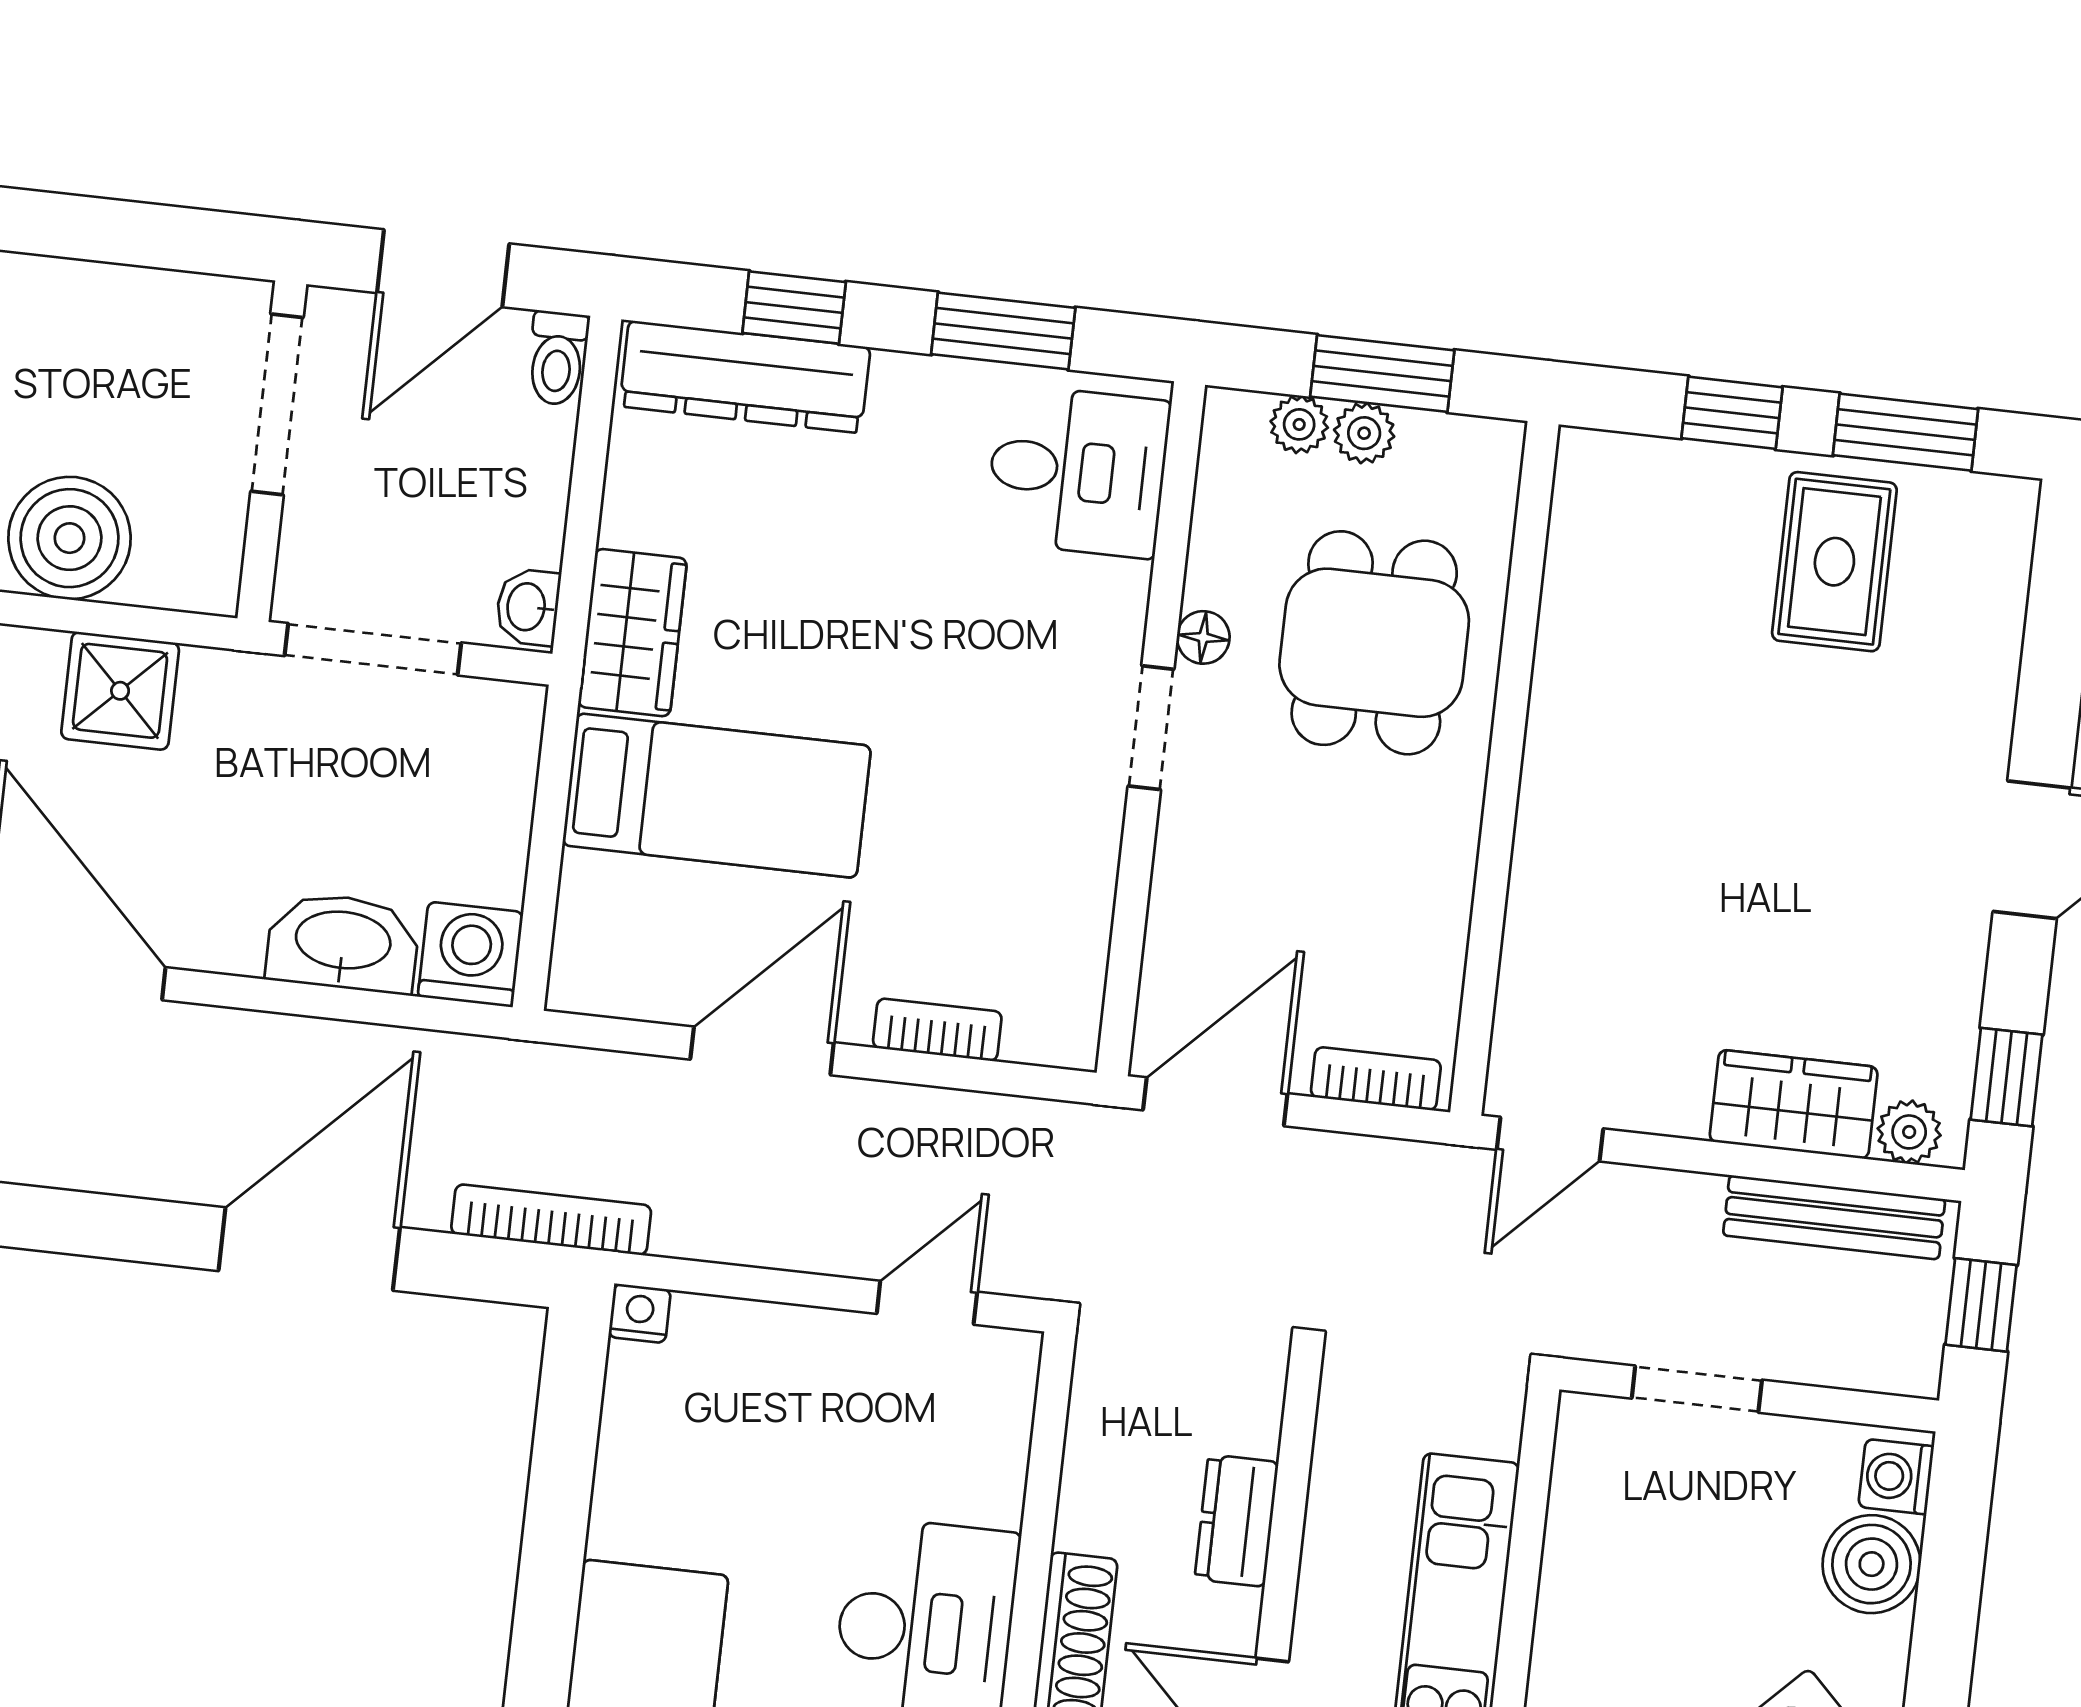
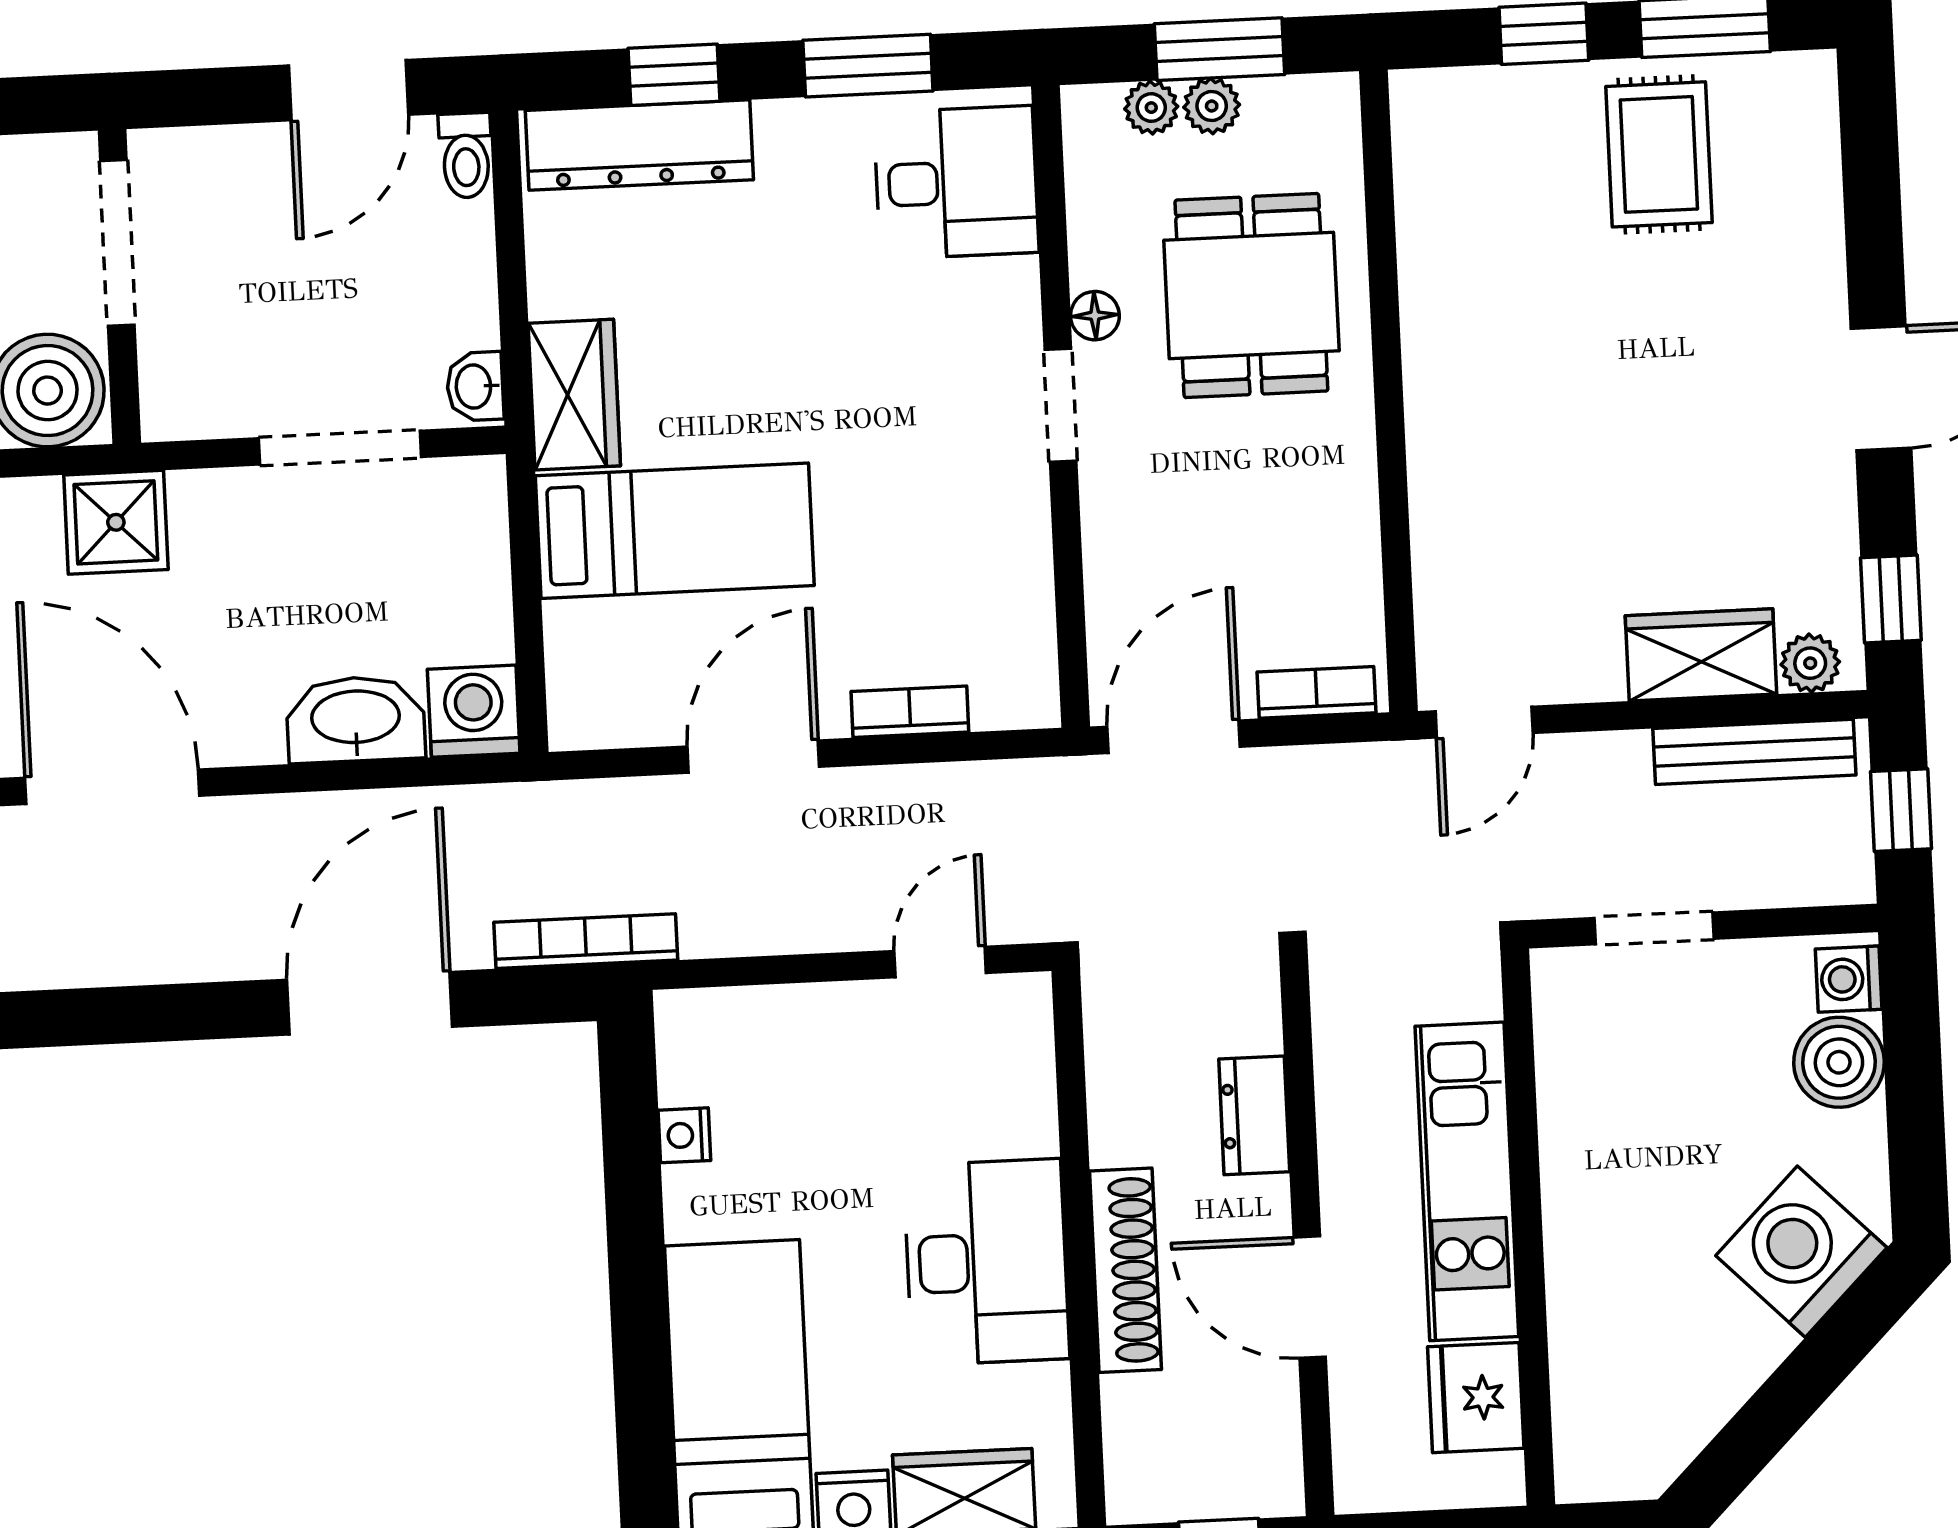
doorway: (277, 404) -> (117, 243), moved
wall: (272, 451) -> (119, 287), moved
nightstand: (640, 1313) -> (684, 1135), moved, turned -90

